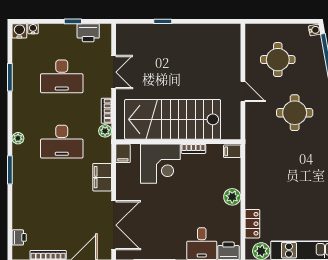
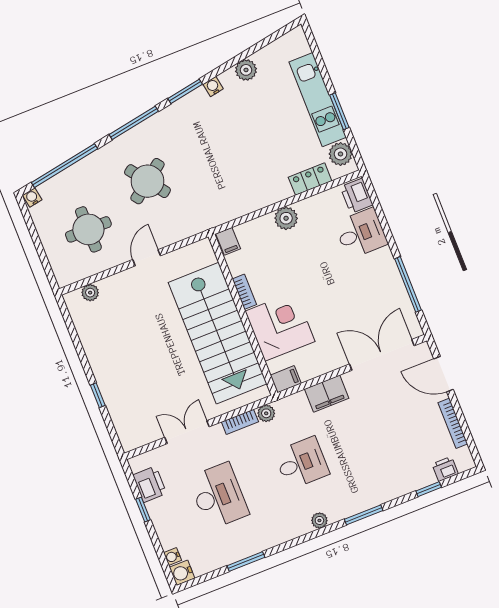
plant: (234, 44) -> (90, 293), added
round table: (295, 113) -> (147, 181), turned -37
desk: (62, 142) -> (302, 463), width x0.73
window: (10, 221) -> (429, 489), added

